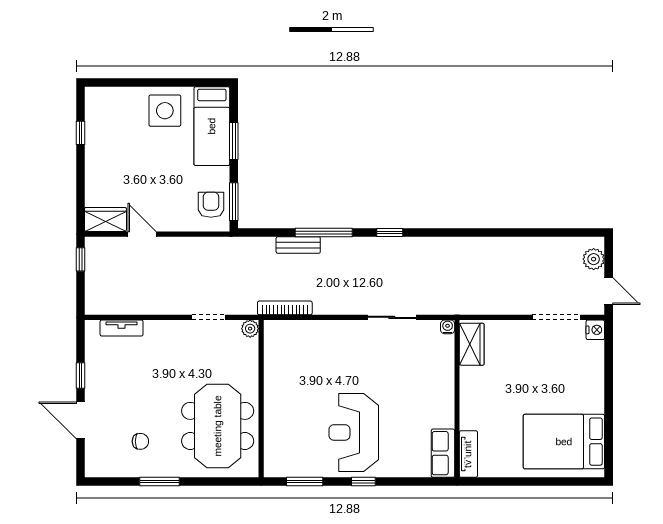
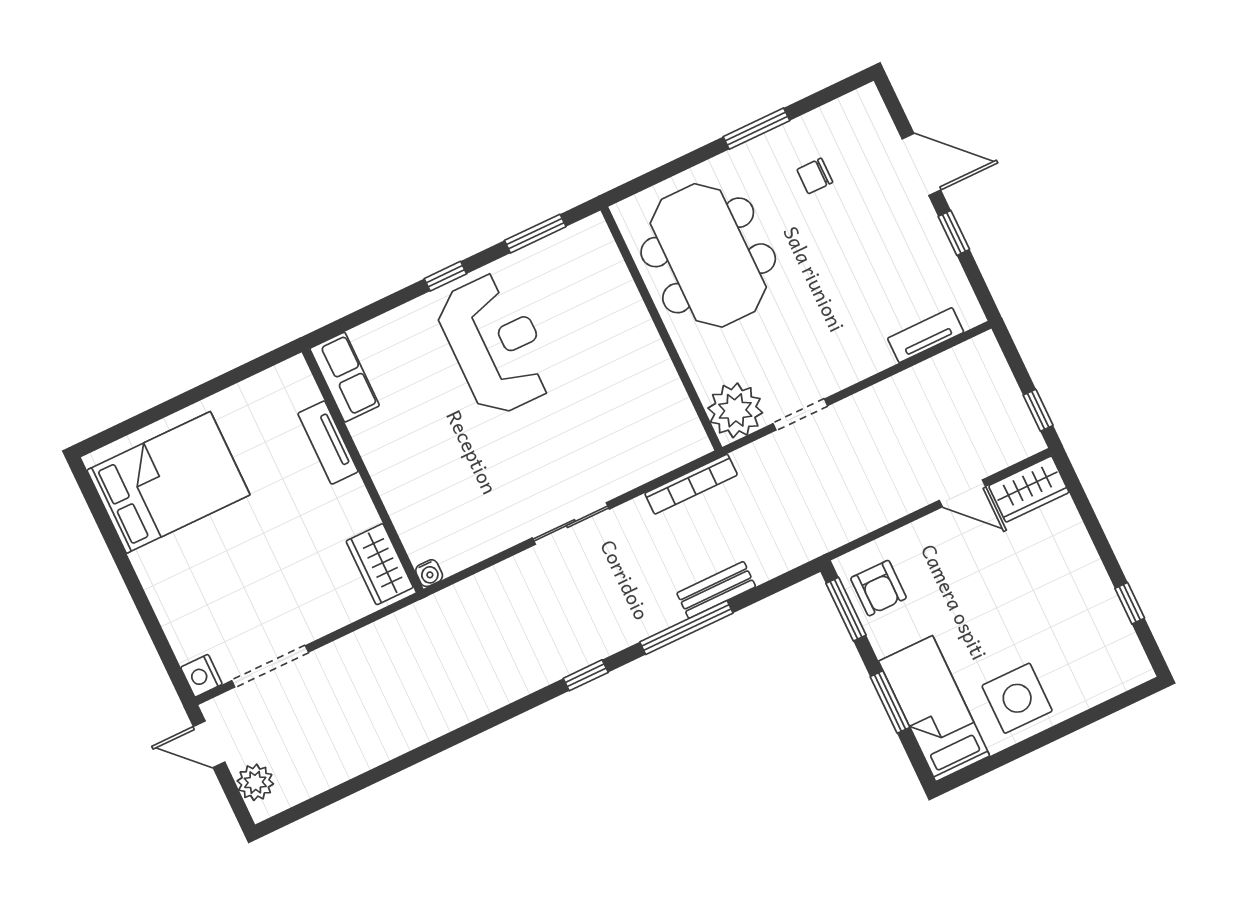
sliding door: (392, 317) -> (571, 524), moved
plant: (250, 329) -> (735, 410), width x1.87, depth x1.87
tv unit: (468, 454) -> (328, 443), moved

